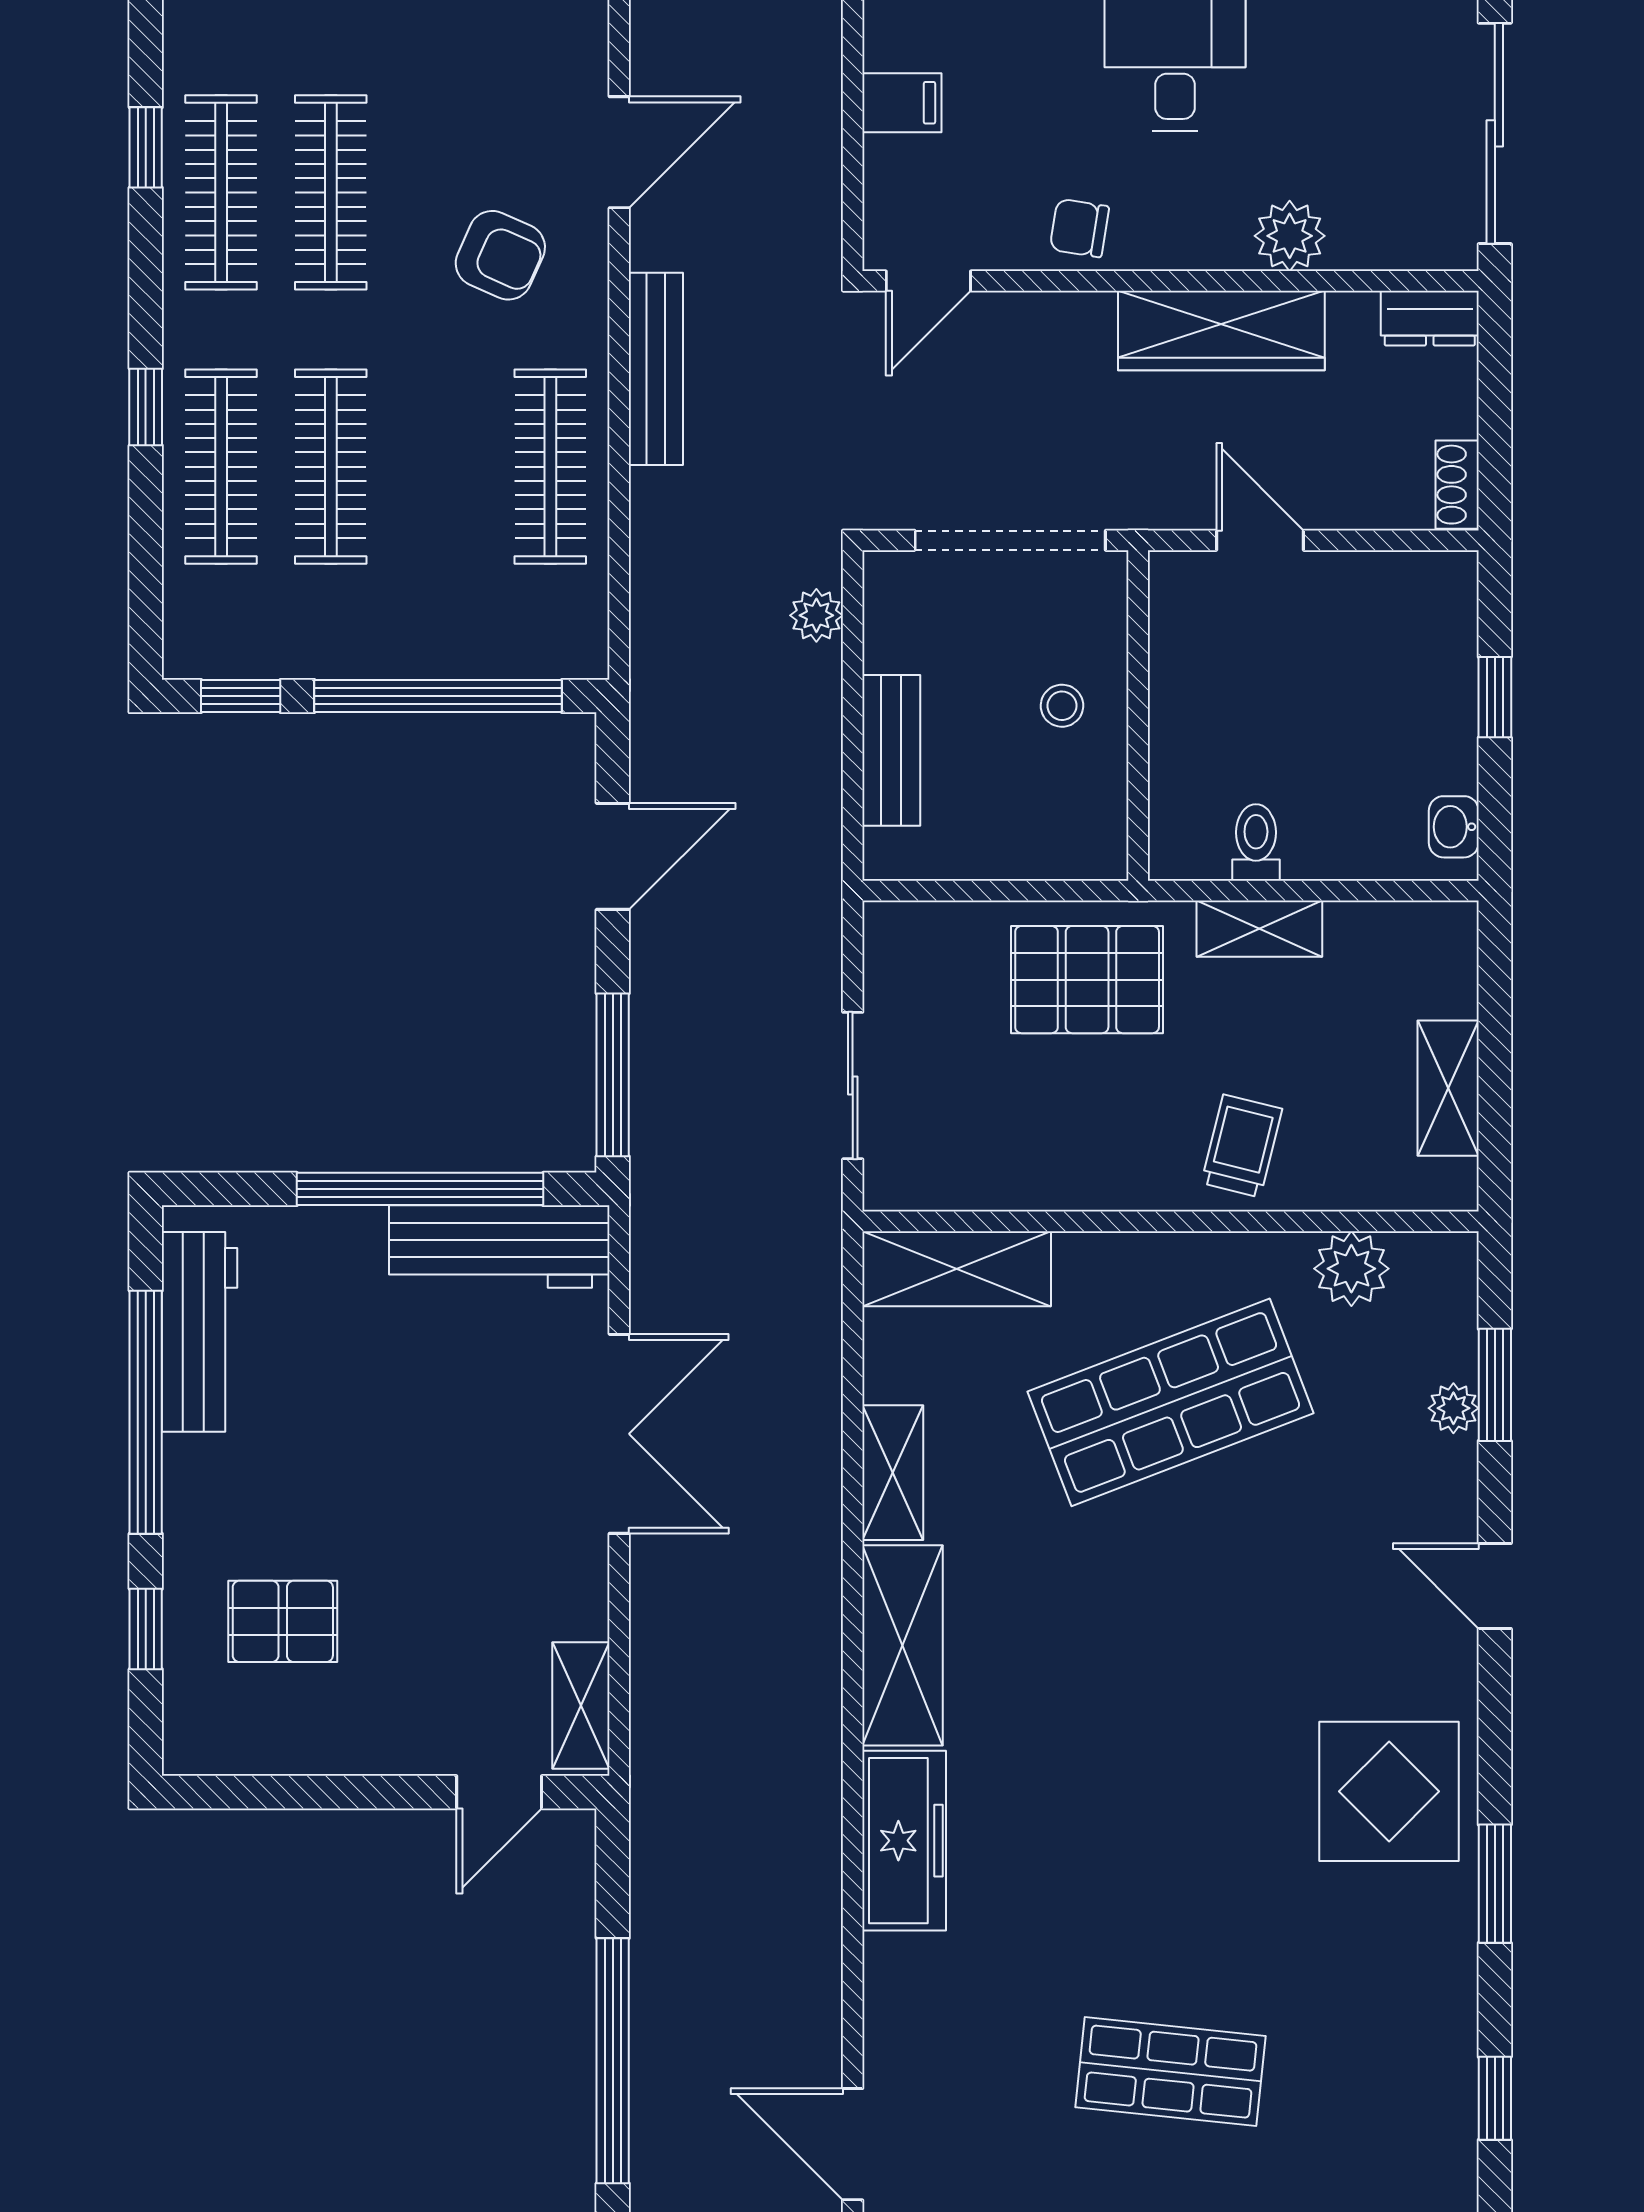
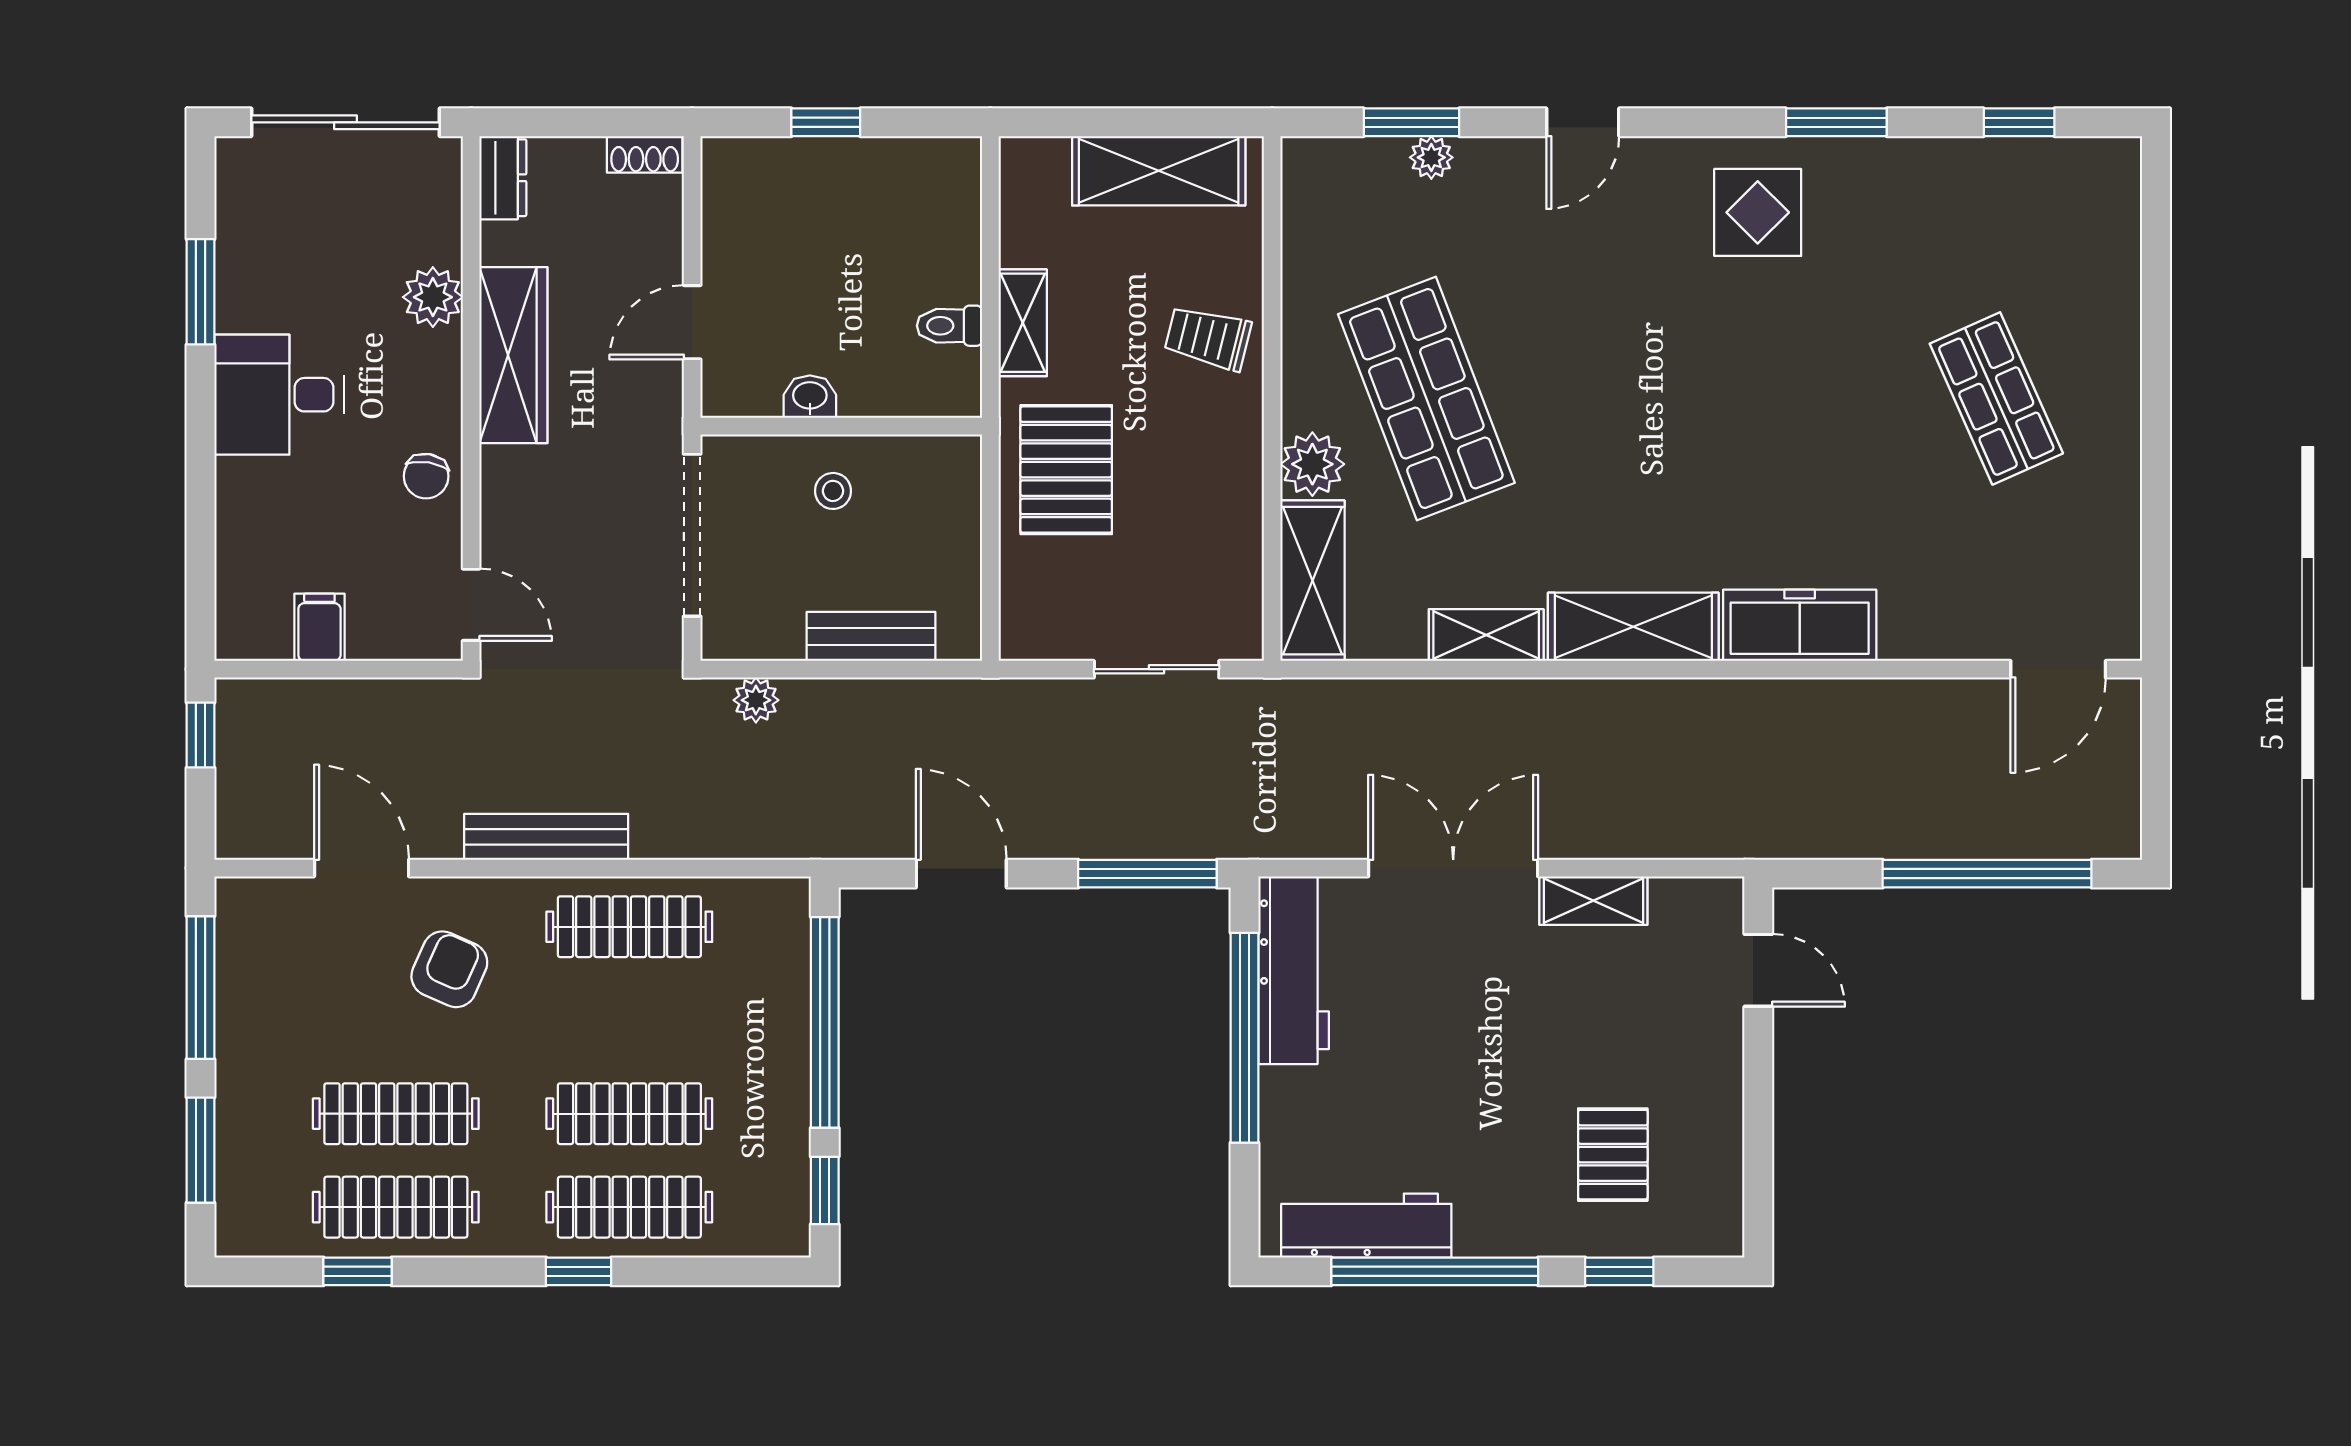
washbasin: (1454, 827) -> (810, 397), moved, turned 180
shelving: (1448, 1088) -> (1159, 171), width x1.50, depth x1.33
plant: (1351, 1269) -> (1312, 464), moved
shelving: (581, 1705) -> (1593, 901), moved
display table: (1389, 1791) -> (1758, 212), width x0.73, depth x0.73
shop shelf: (1171, 2072) -> (1996, 398), turned -30

